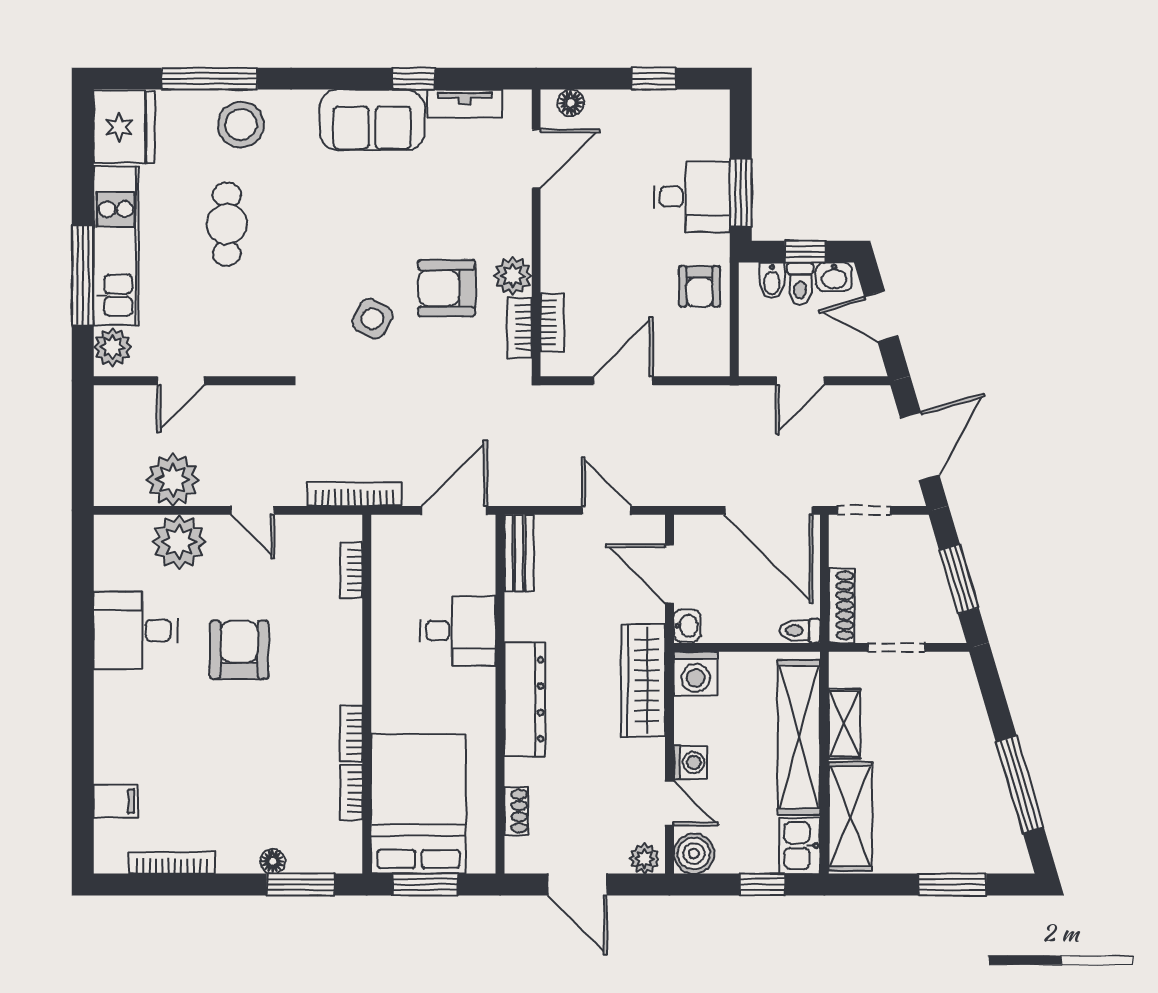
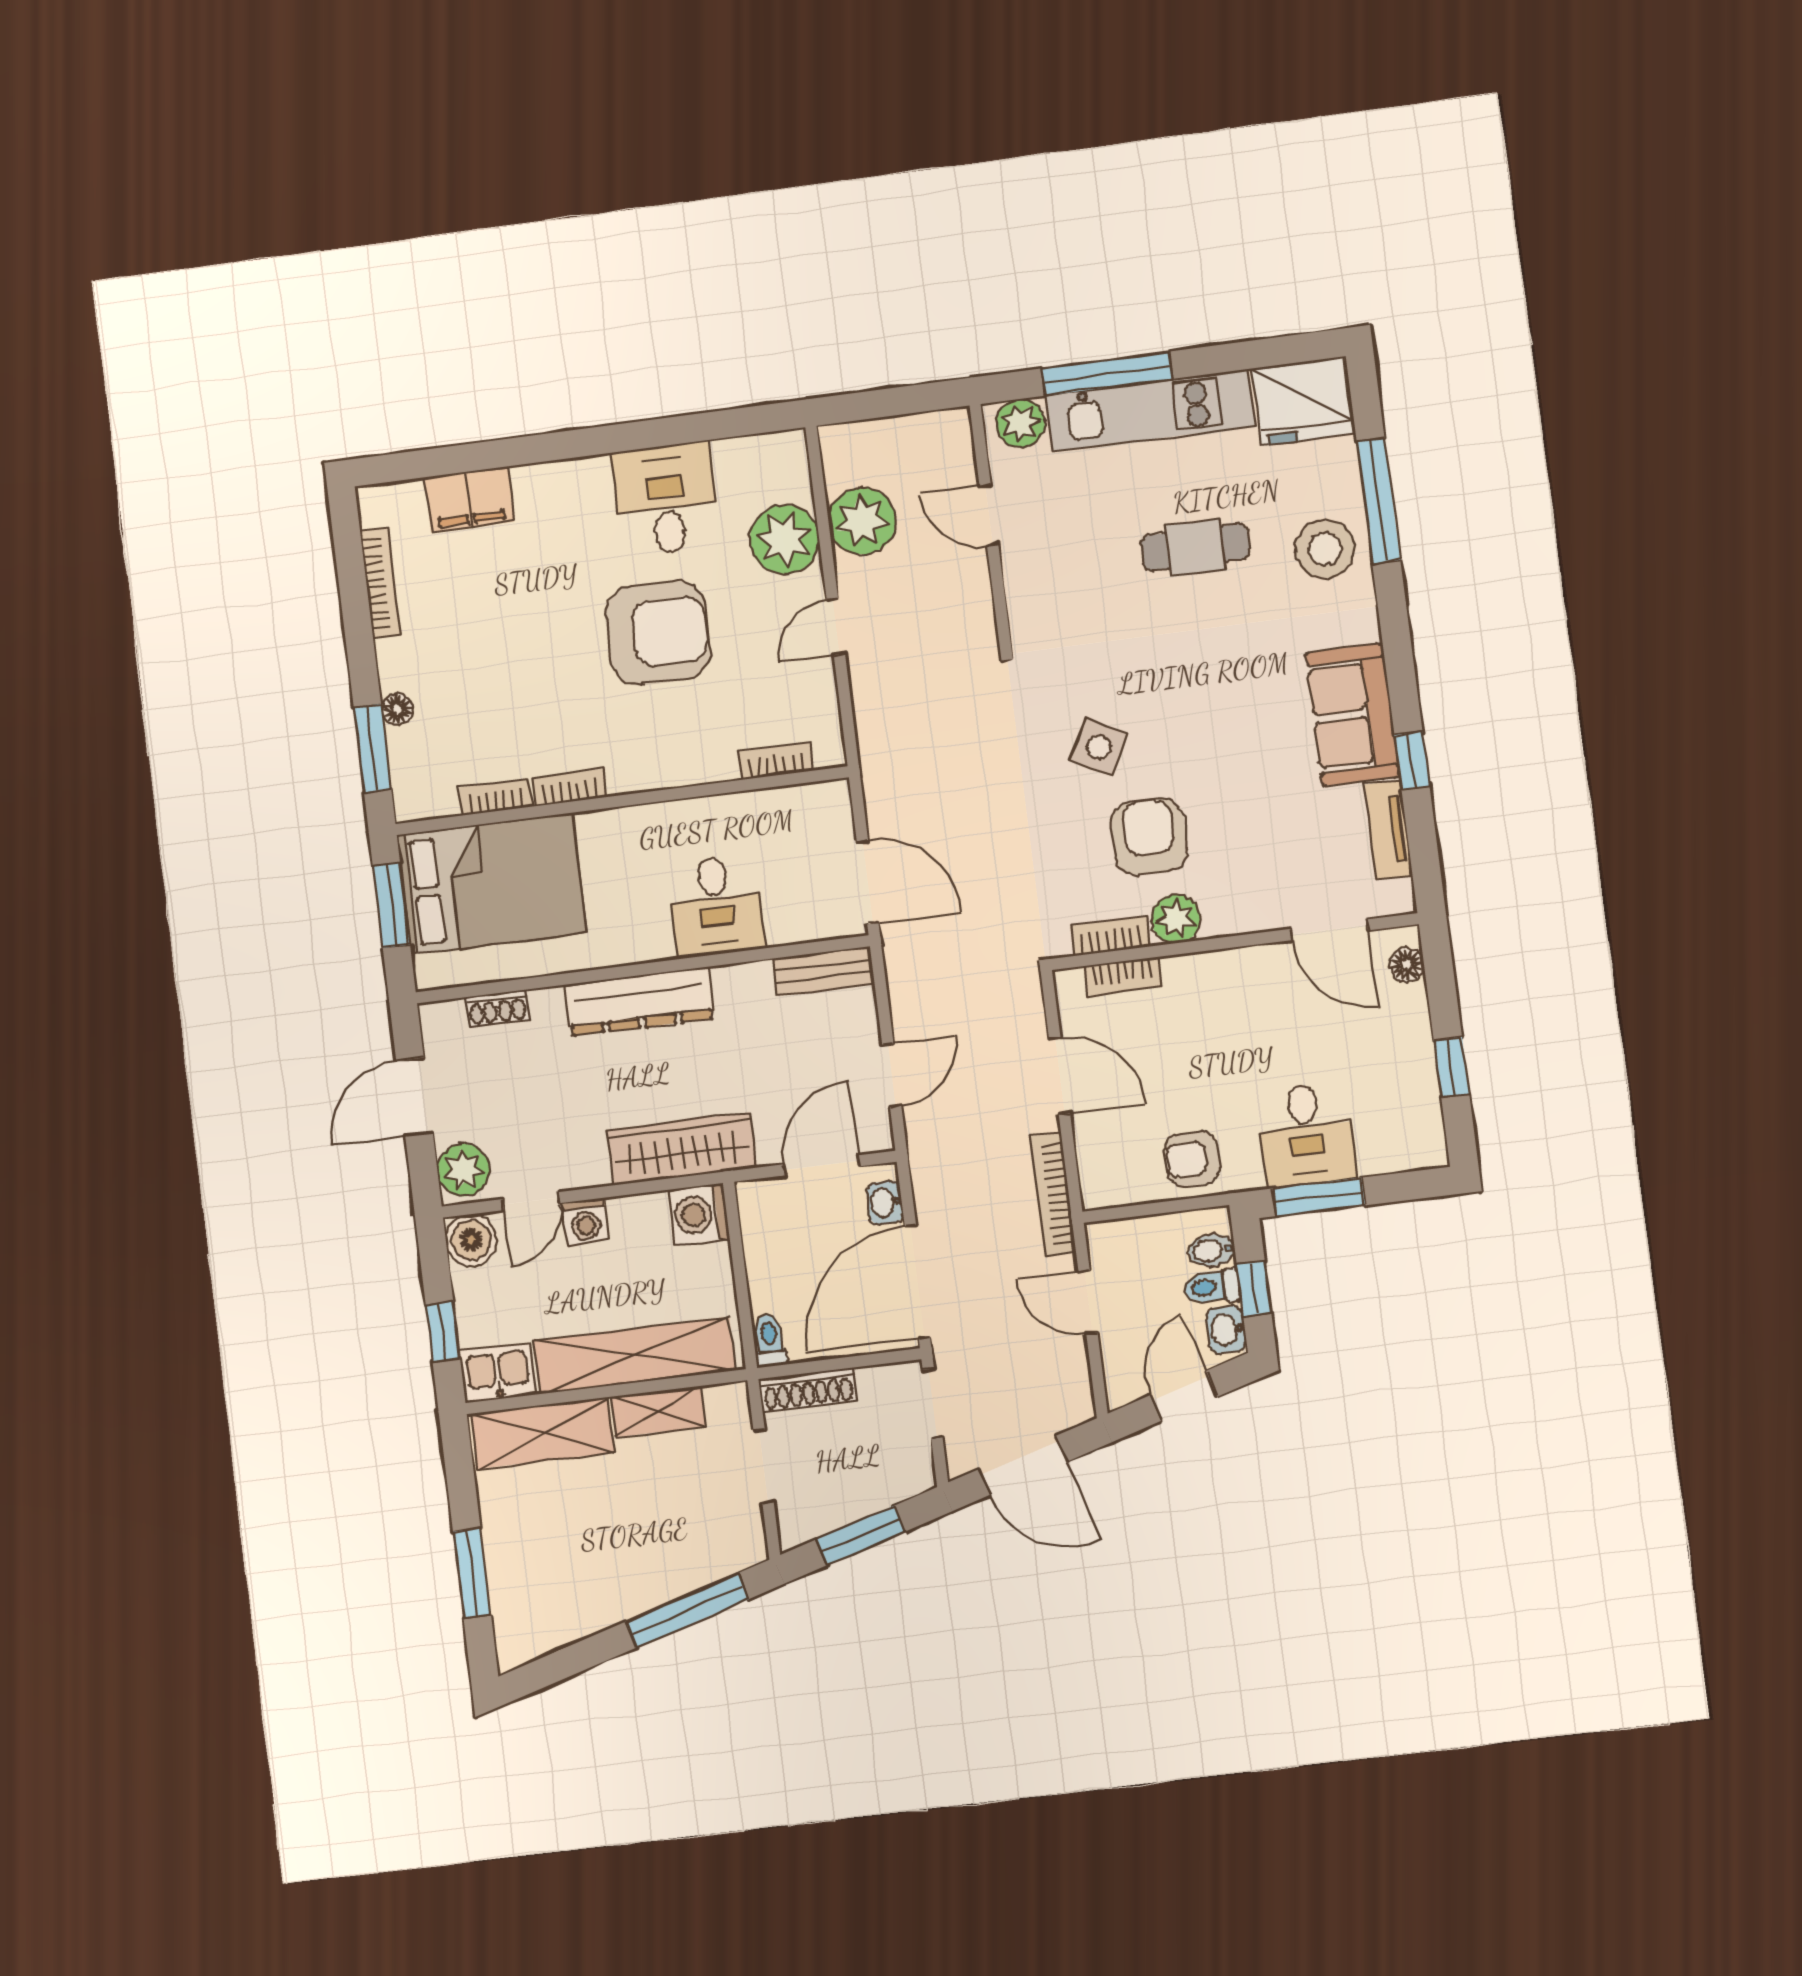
bookcase: (355, 494) -> (1053, 1195), moved, turned 180
washbasin: (687, 626) -> (885, 1203), moved, turned 90
armchair: (239, 650) -> (658, 633), width x1.36, depth x1.36
window: (1020, 784) -> (687, 1610), moved
filing cabinet: (116, 801) -> (469, 499), width x2.00
plant: (644, 859) -> (463, 1170), width x1.38, depth x1.38

